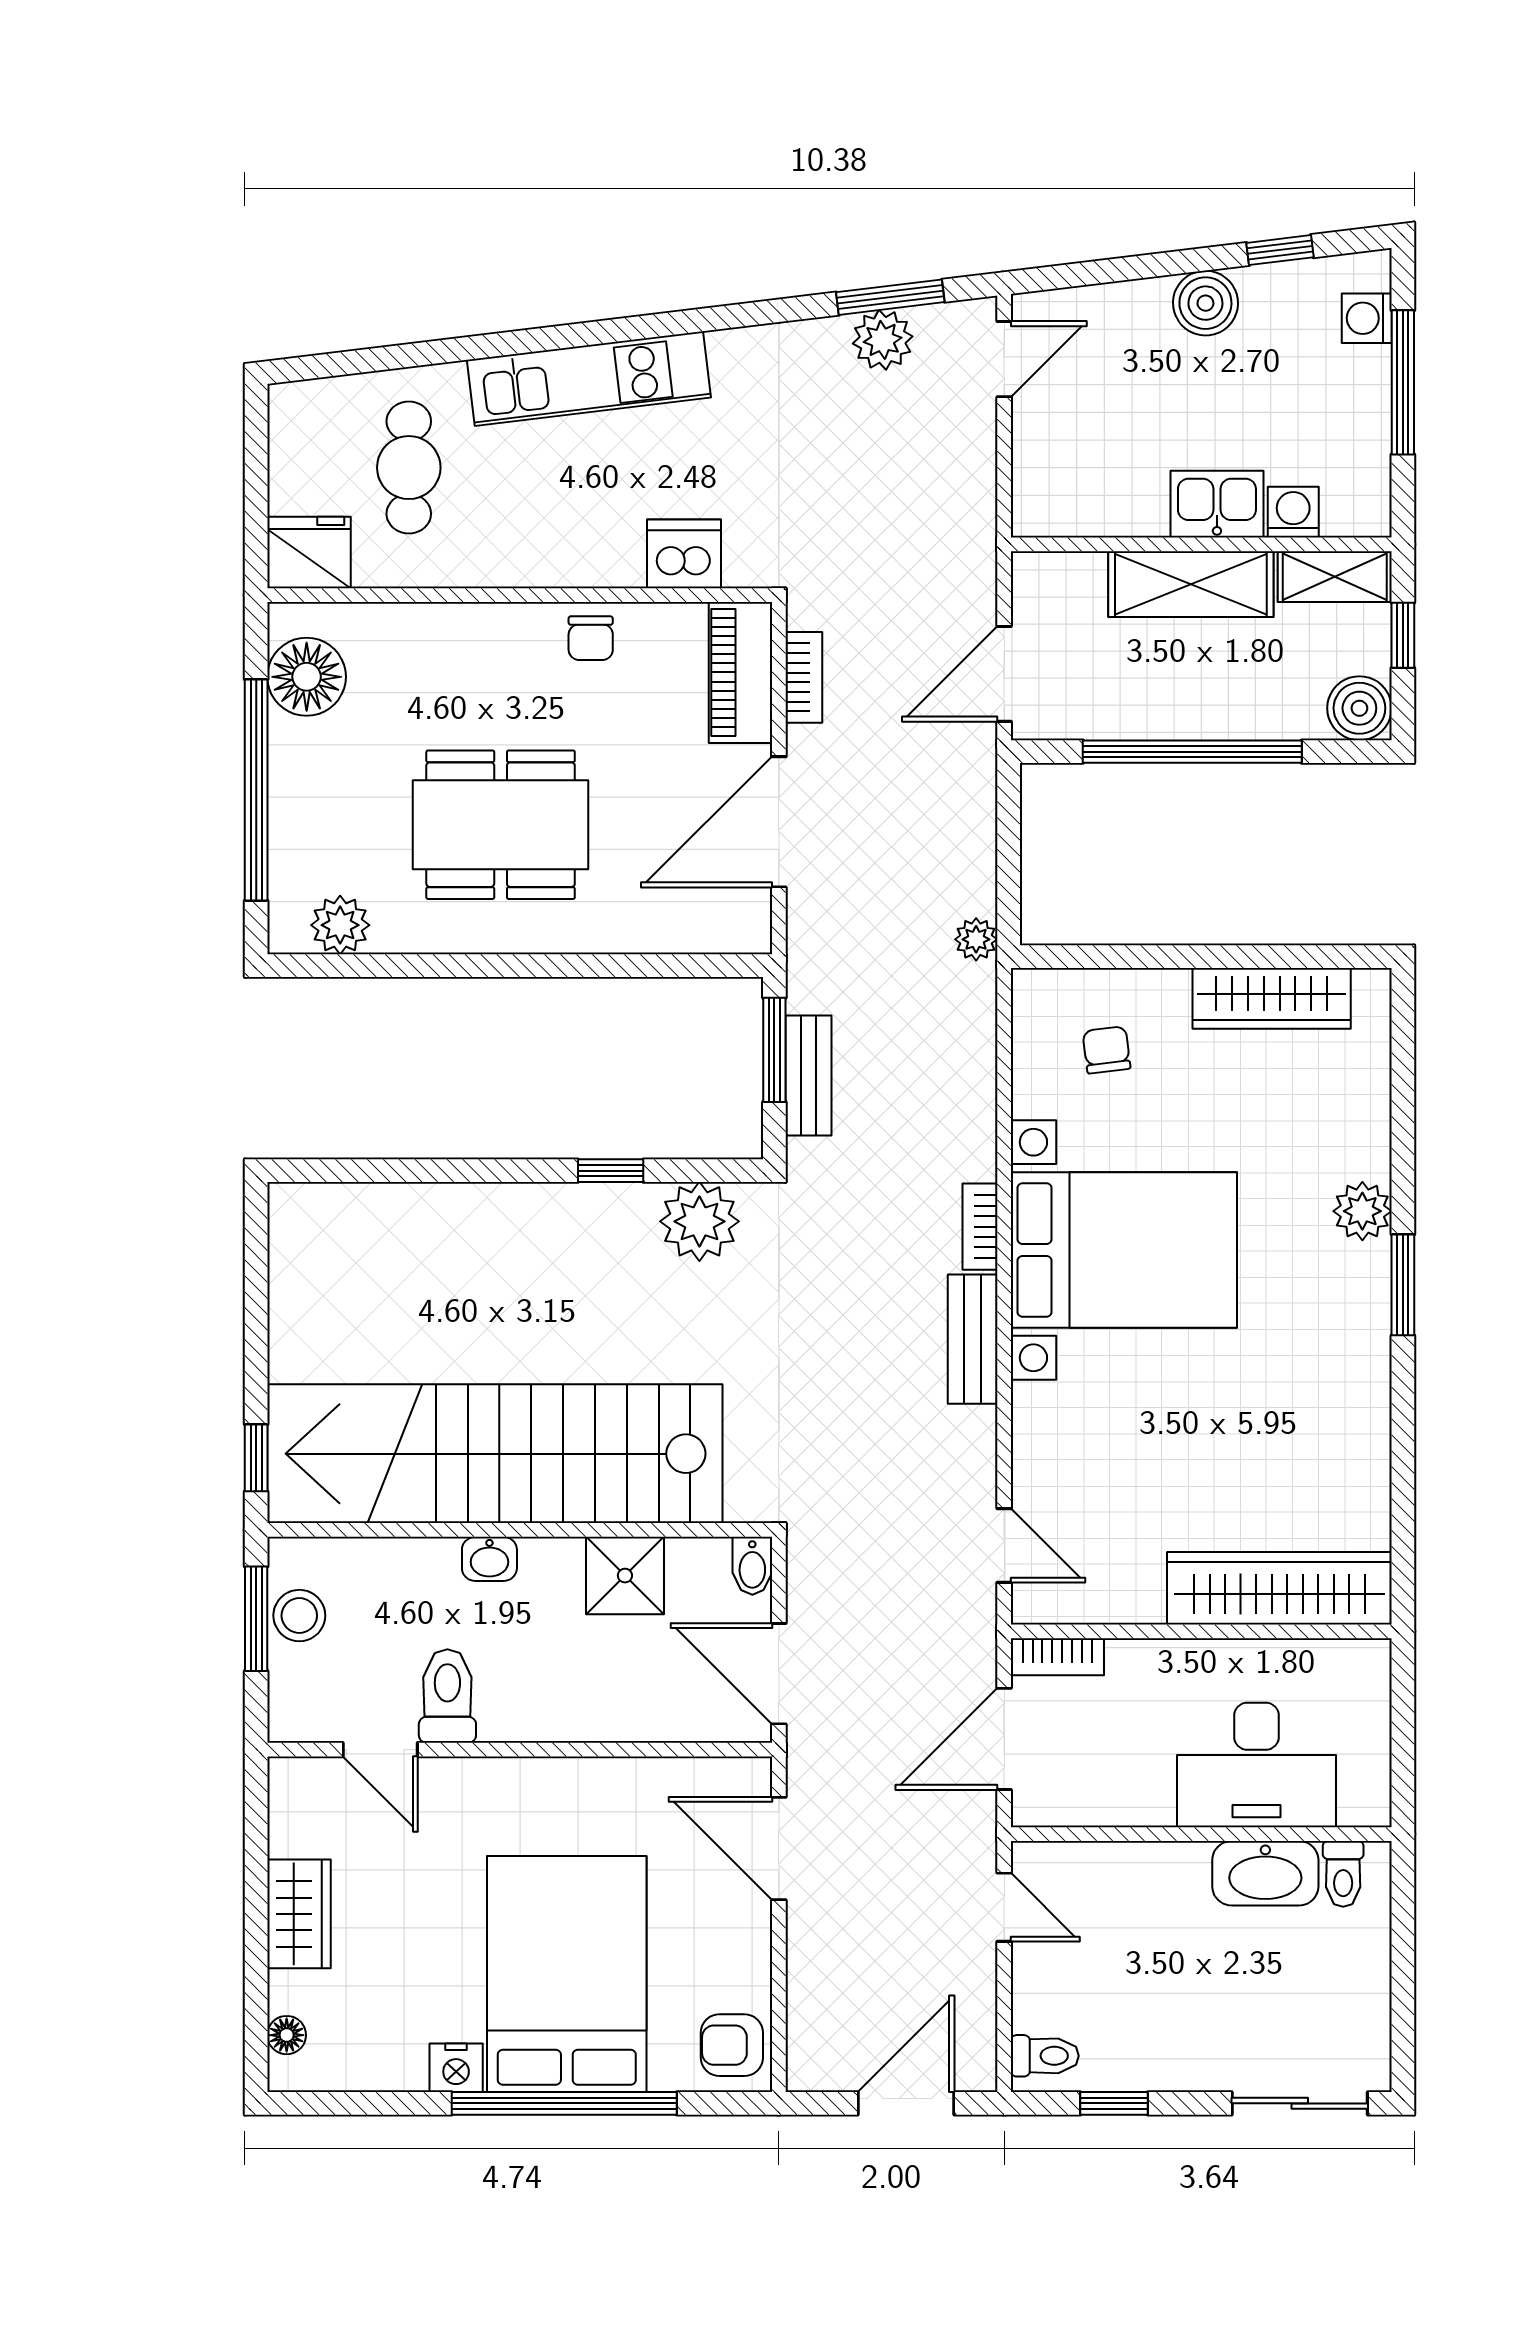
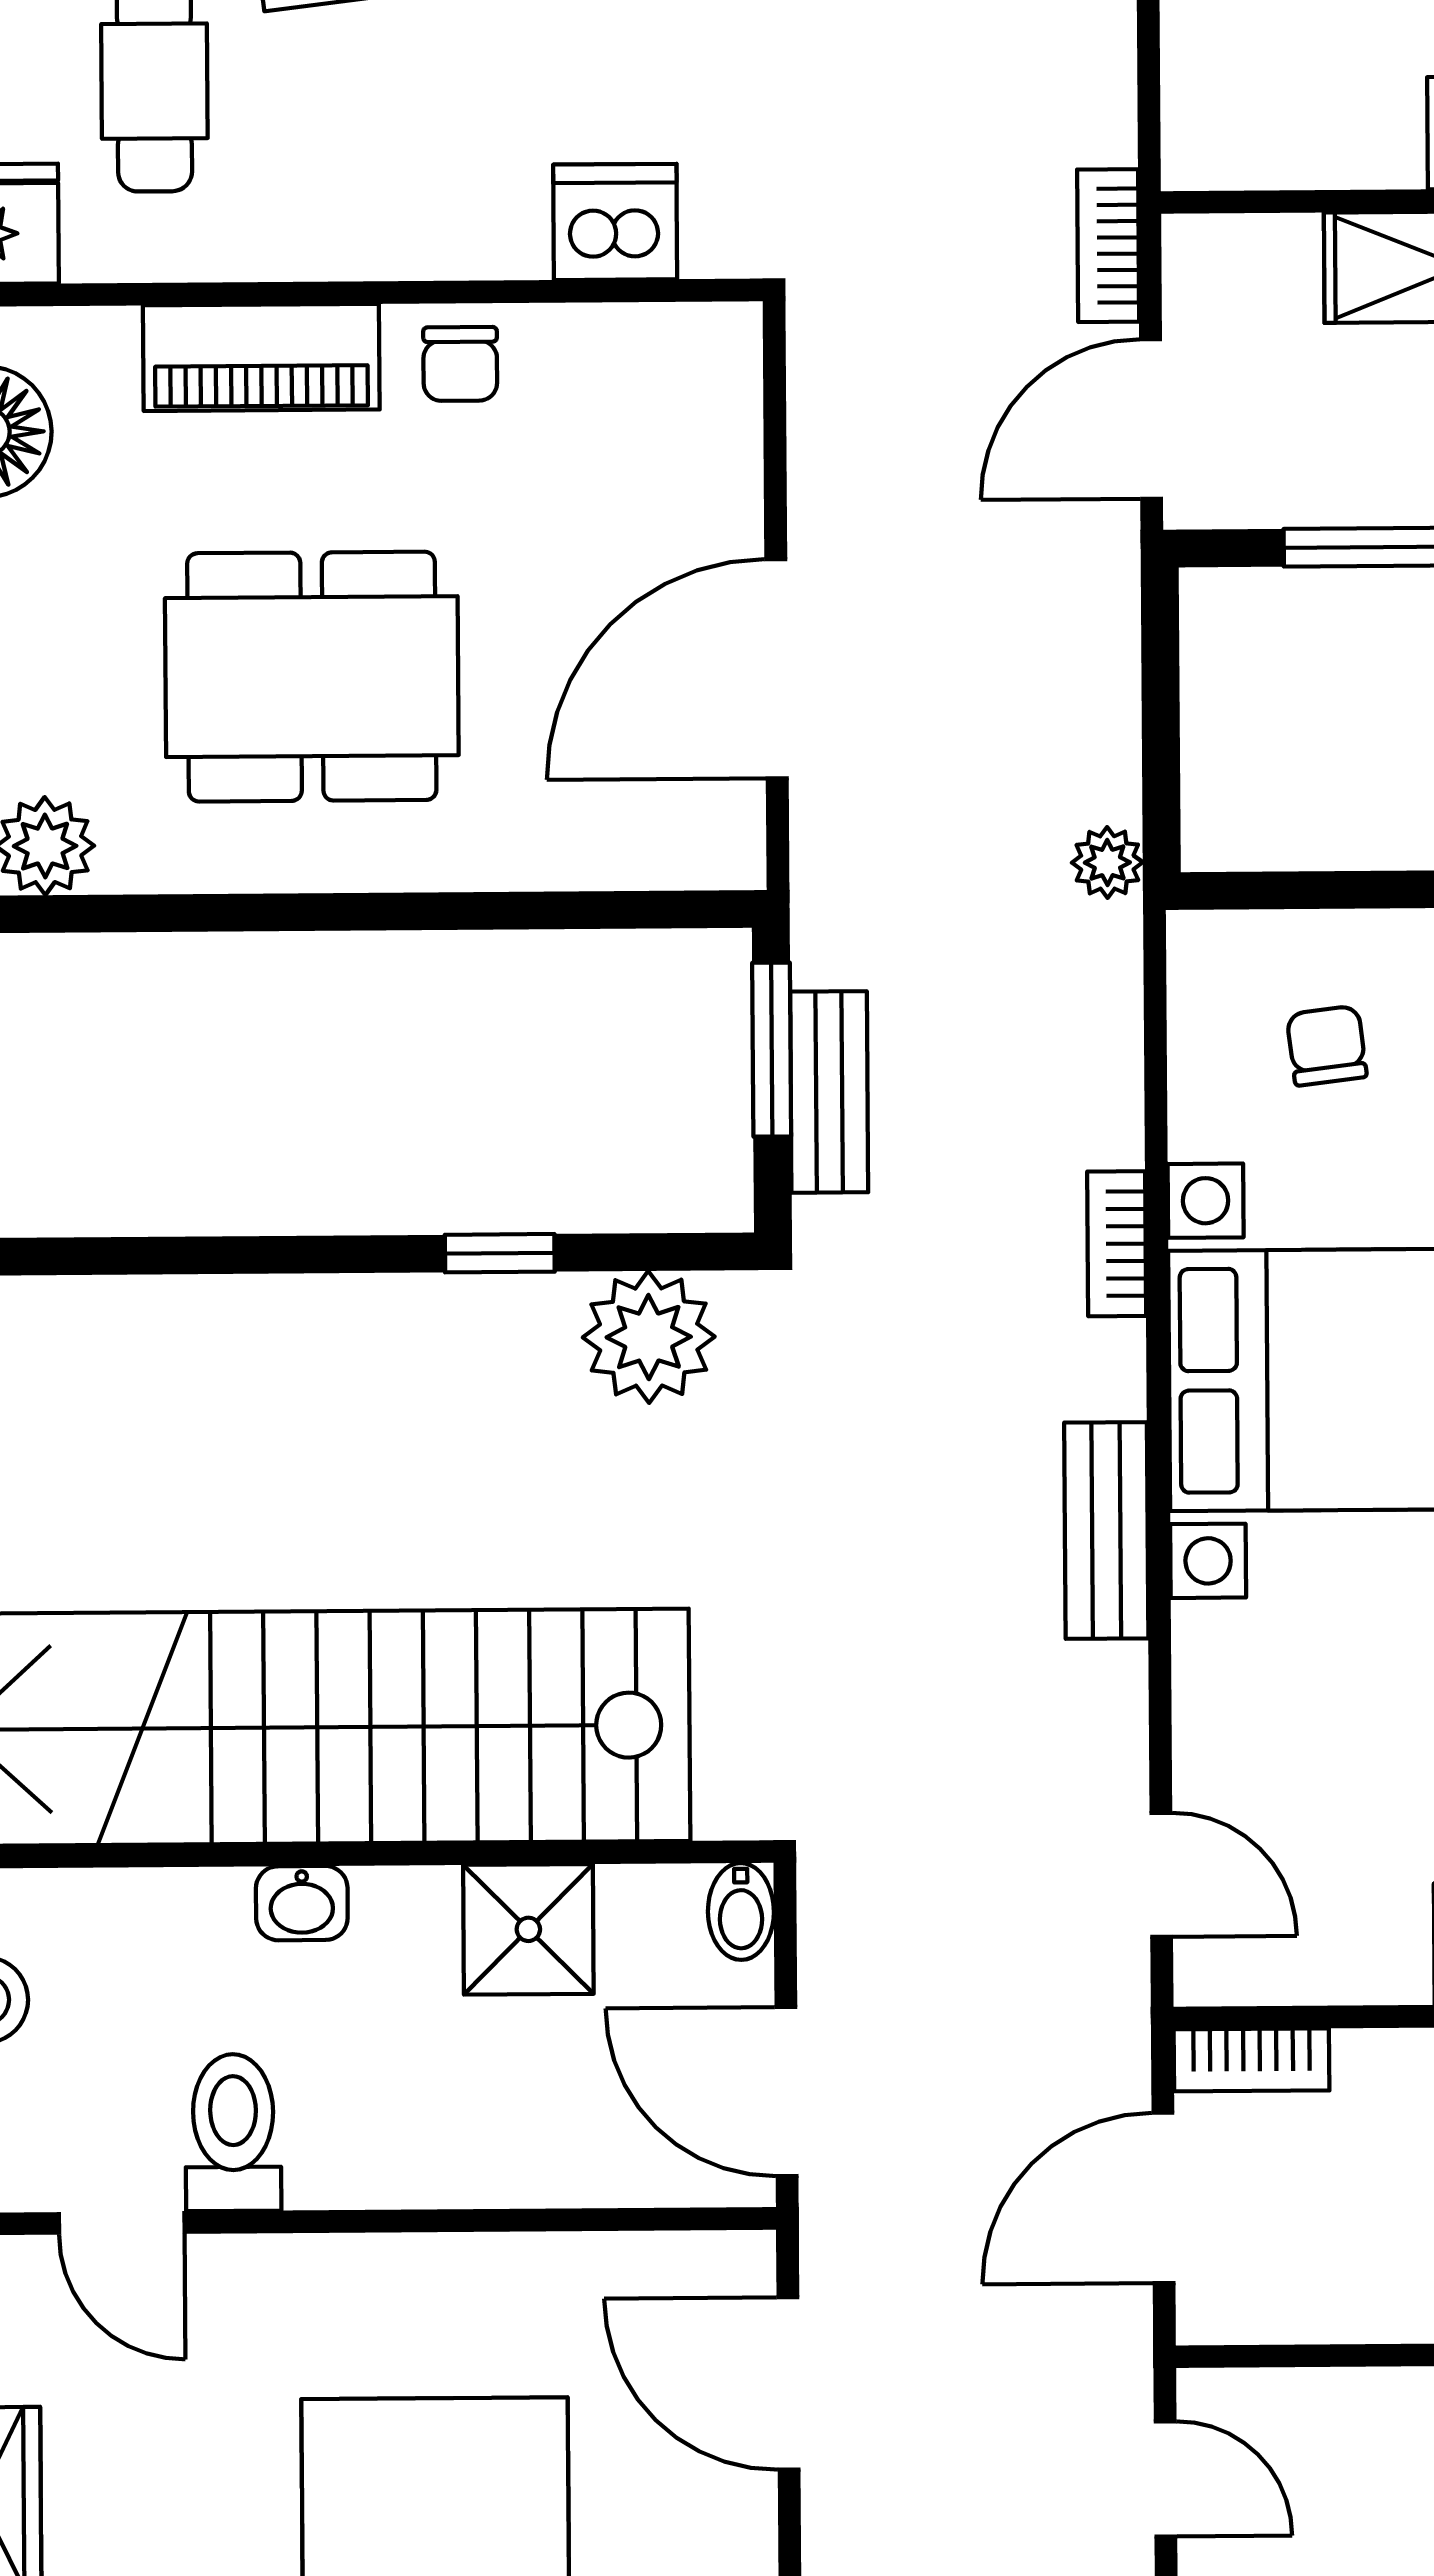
piano: (740, 672) -> (261, 357), moved, turned -90
bookcase: (804, 677) -> (1108, 246), moved, turned 180
bookcase: (980, 1227) -> (1117, 1244), moved

